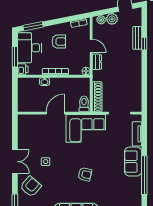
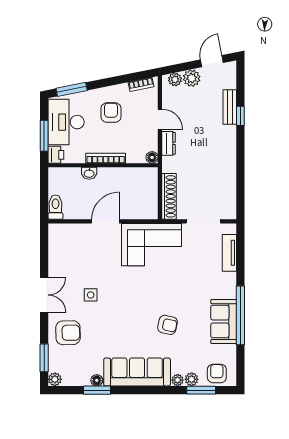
armchair: (59, 42) -> (111, 113), turned -90
toilet: (84, 104) -> (55, 207), moved
sofa: (133, 162) -> (224, 322), moved
armchair: (85, 174) -> (168, 325), moved
armchair: (31, 186) -> (68, 333), turned 48

